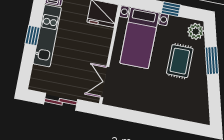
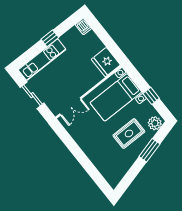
kitchen unit: (47, 36) -> (42, 60), moved
double door: (105, 82) -> (70, 106), swing flipped

